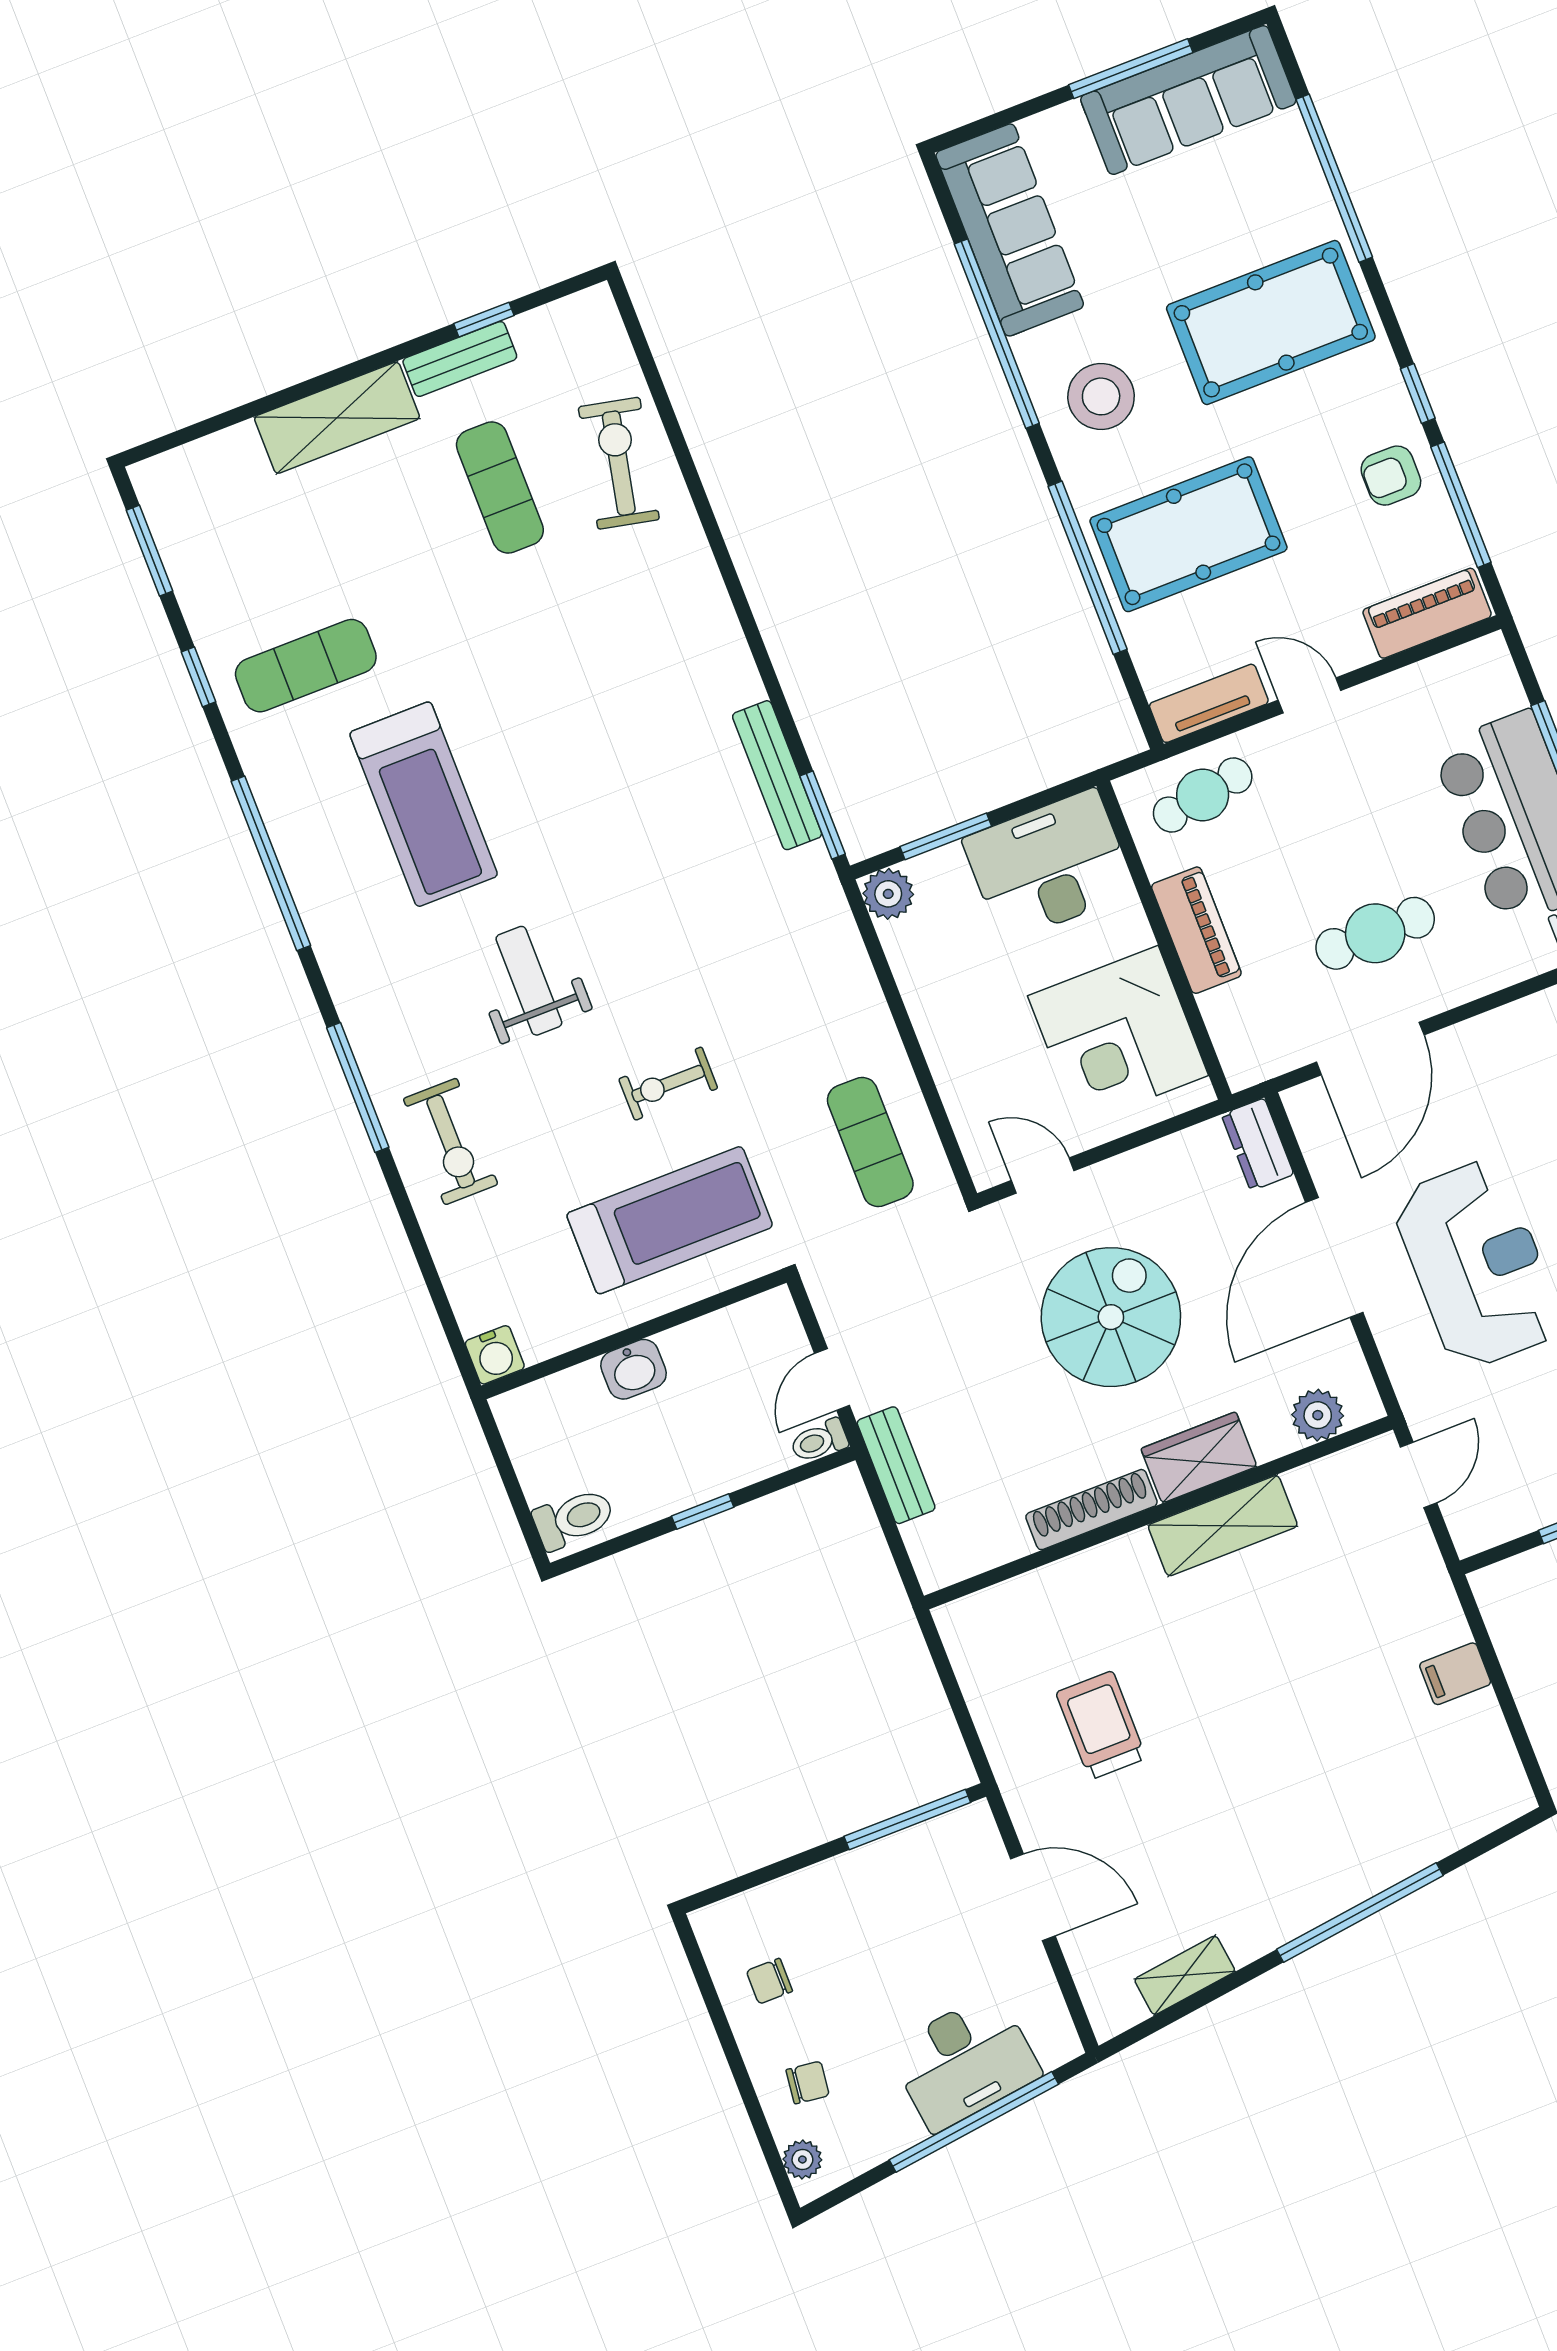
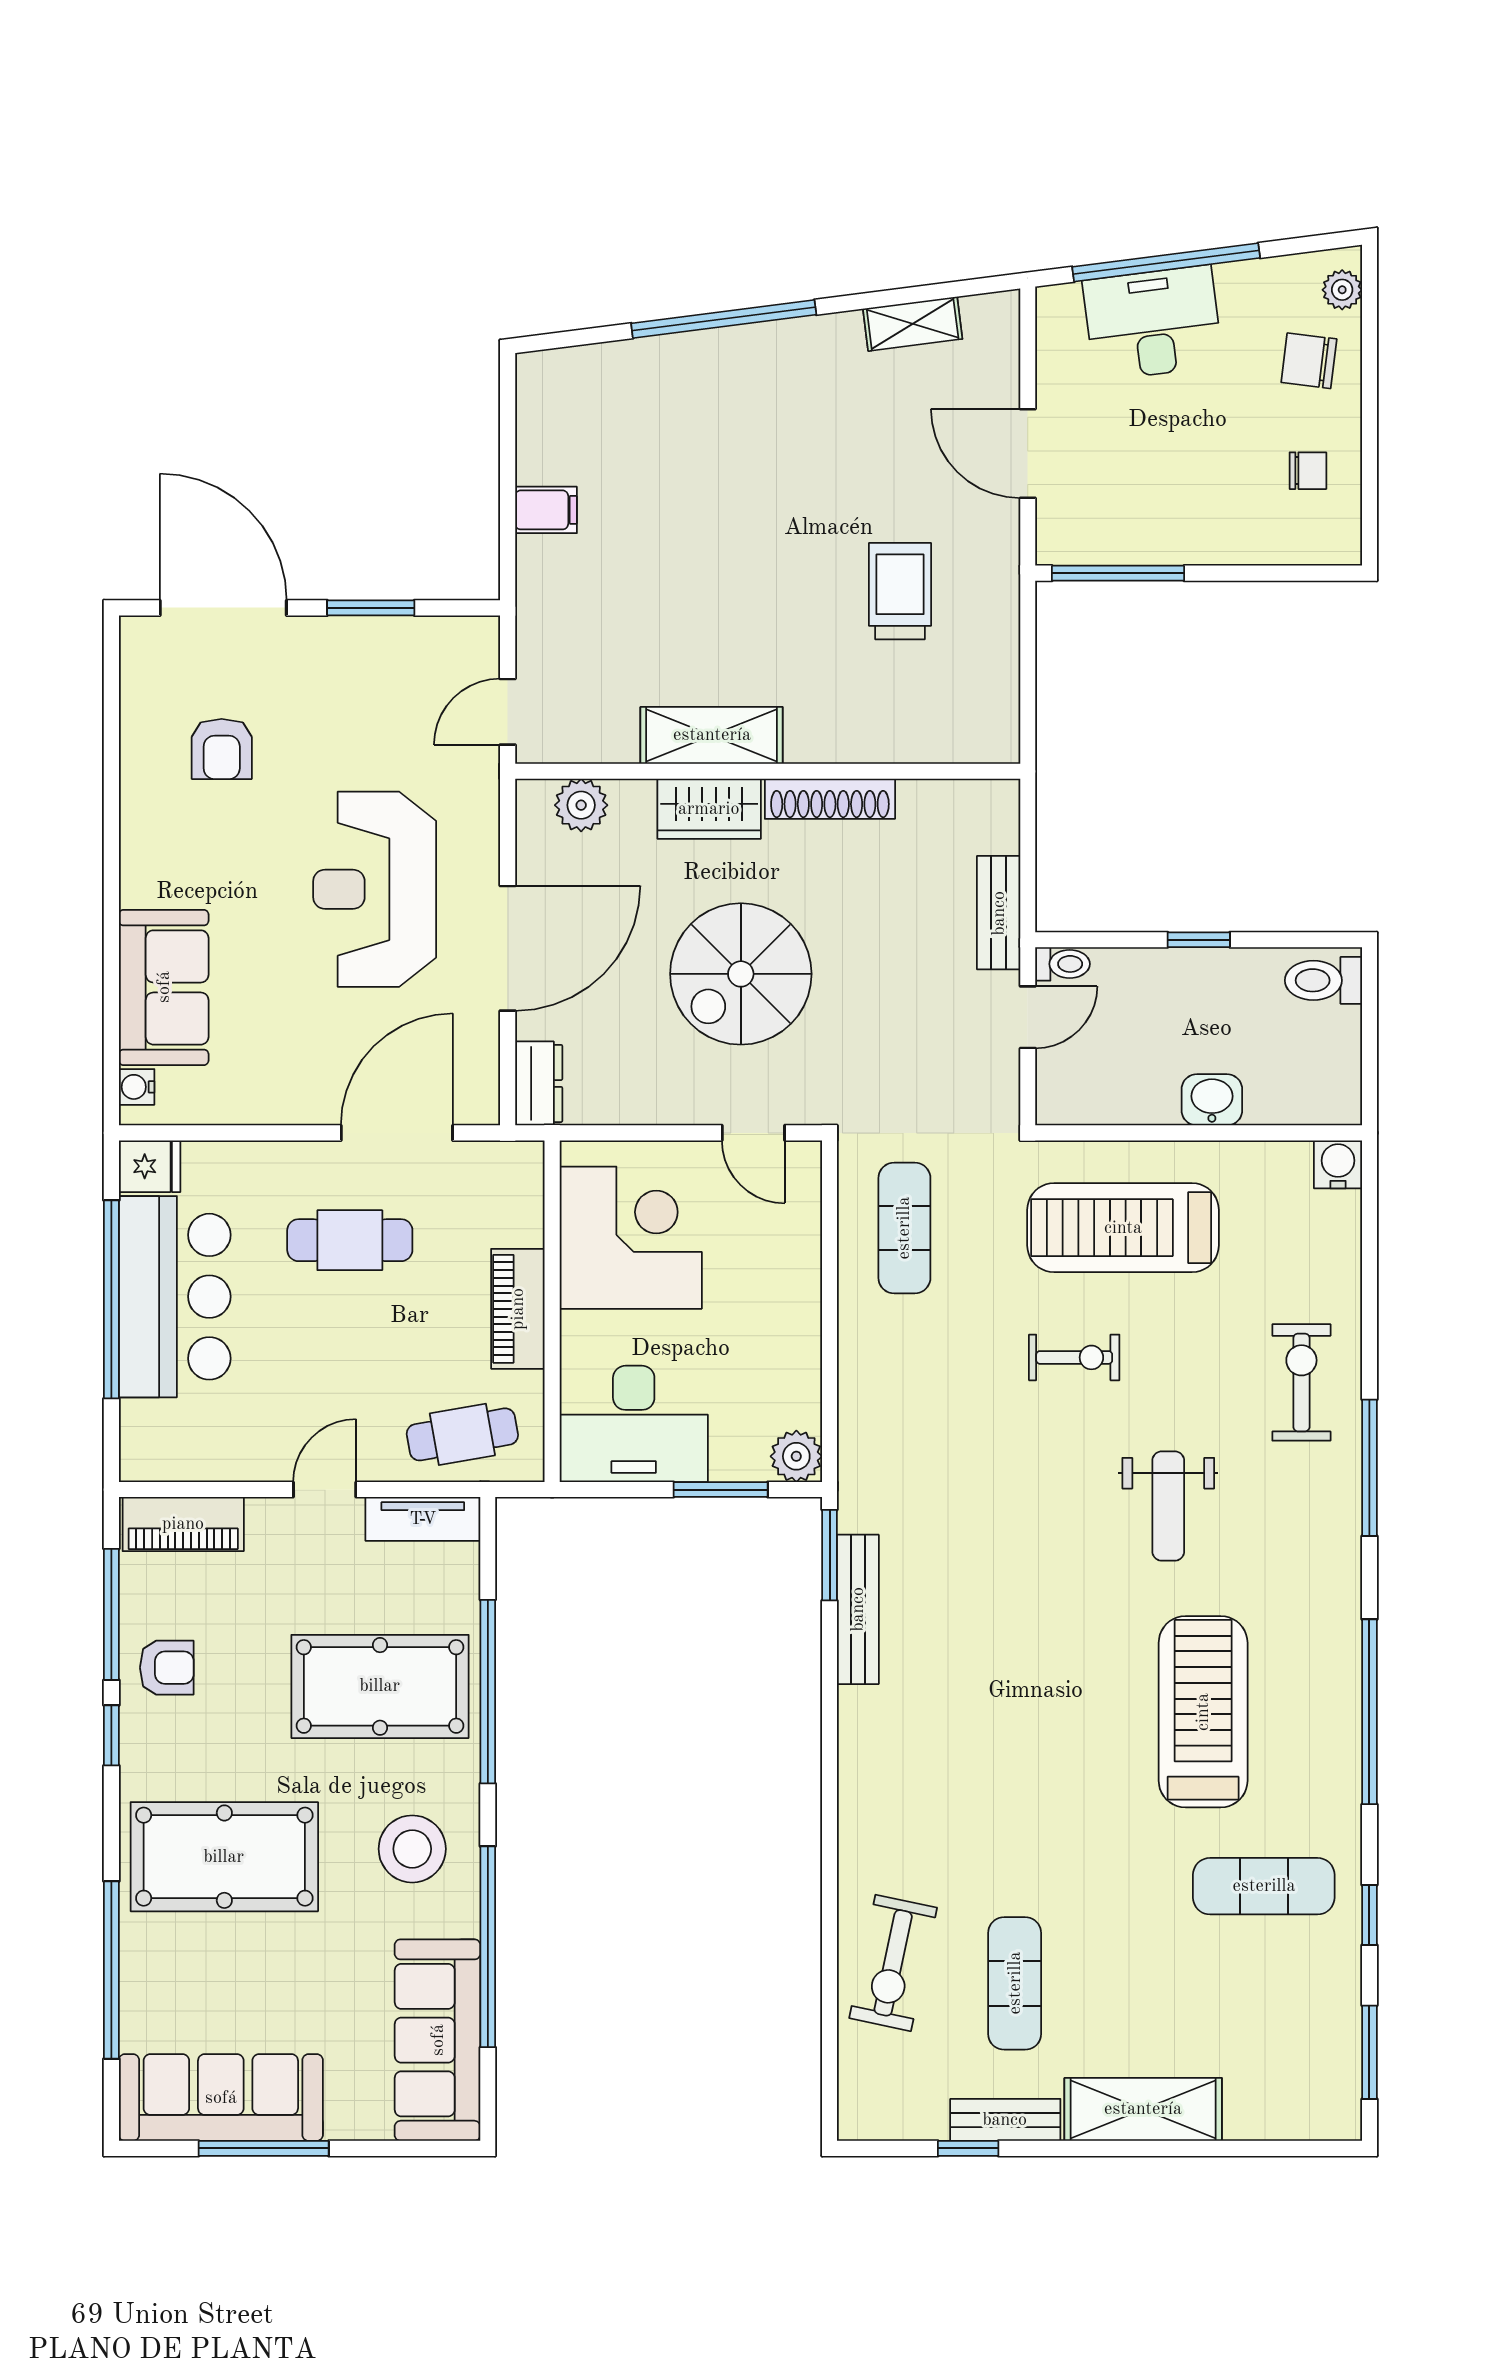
door: (1310, 695) -> (325, 1490), swing flipped
trolley: (1101, 1725) -> (900, 591), turned 180
chair: (808, 2083) -> (1309, 361), width x1.37, depth x1.37

